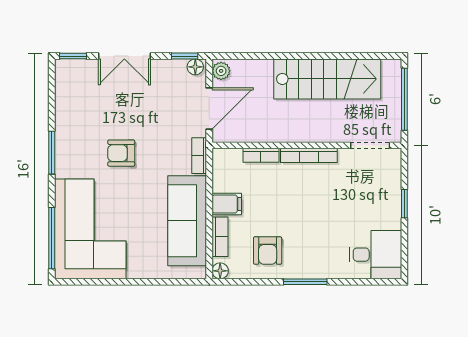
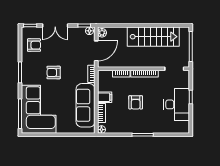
armchair: (81, 96) -> (34, 45), added
armchair: (268, 251) -> (136, 102), moved
desk: (375, 255) -> (177, 104), moved, width x1.37

